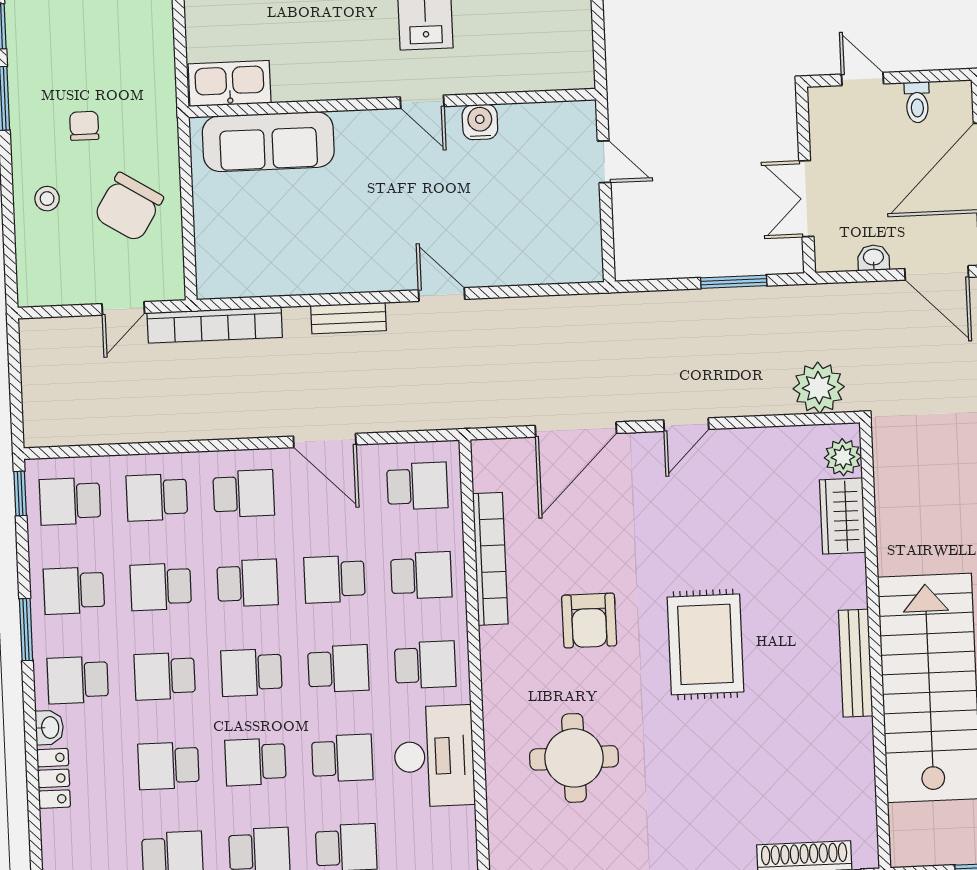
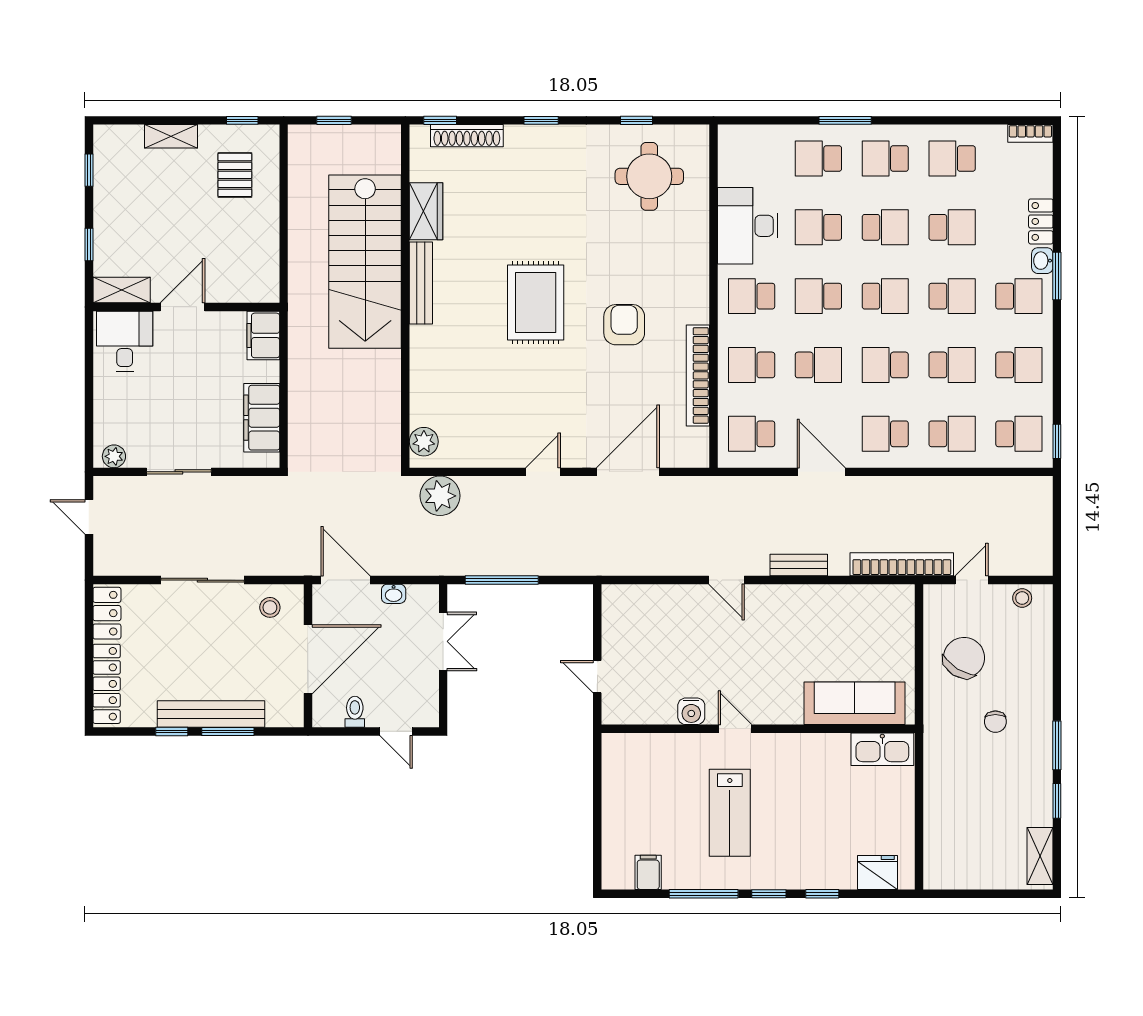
stool: (47, 199) -> (1022, 598), moved
window: (734, 282) -> (502, 580), width x1.44
wardrobe: (843, 516) -> (426, 211), moved
window: (26, 630) -> (1057, 276), moved
round table: (574, 758) -> (649, 176), moved

